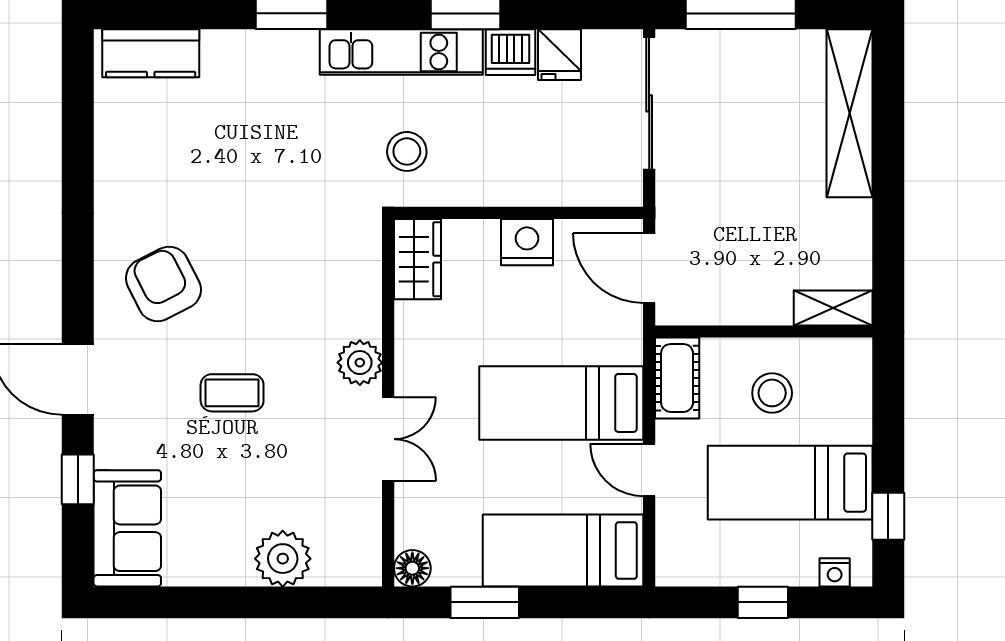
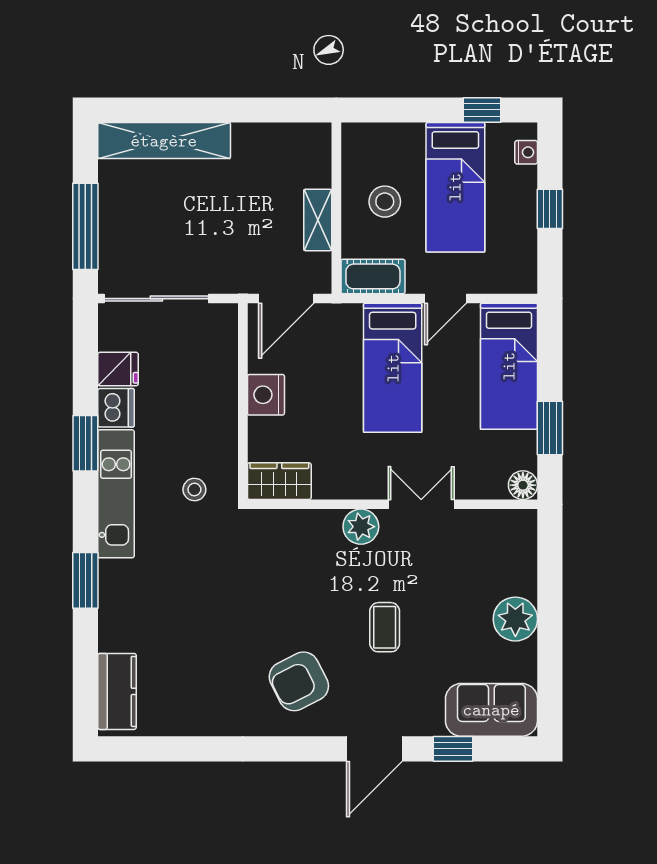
stool: (407, 151) -> (194, 490), width x0.73, depth x0.73
shelving: (833, 308) -> (318, 220), moved
plant: (283, 559) -> (515, 619), moved

